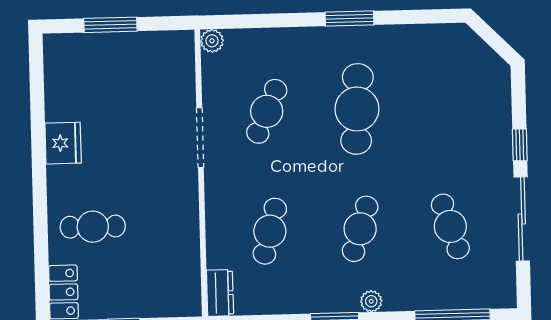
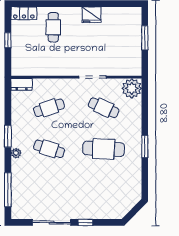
plant: (212, 41) -> (132, 88), width x1.87, depth x1.87
cafe table: (450, 226) -> (49, 190), removed
cafe table: (270, 231) -> (49, 108), turned -33

